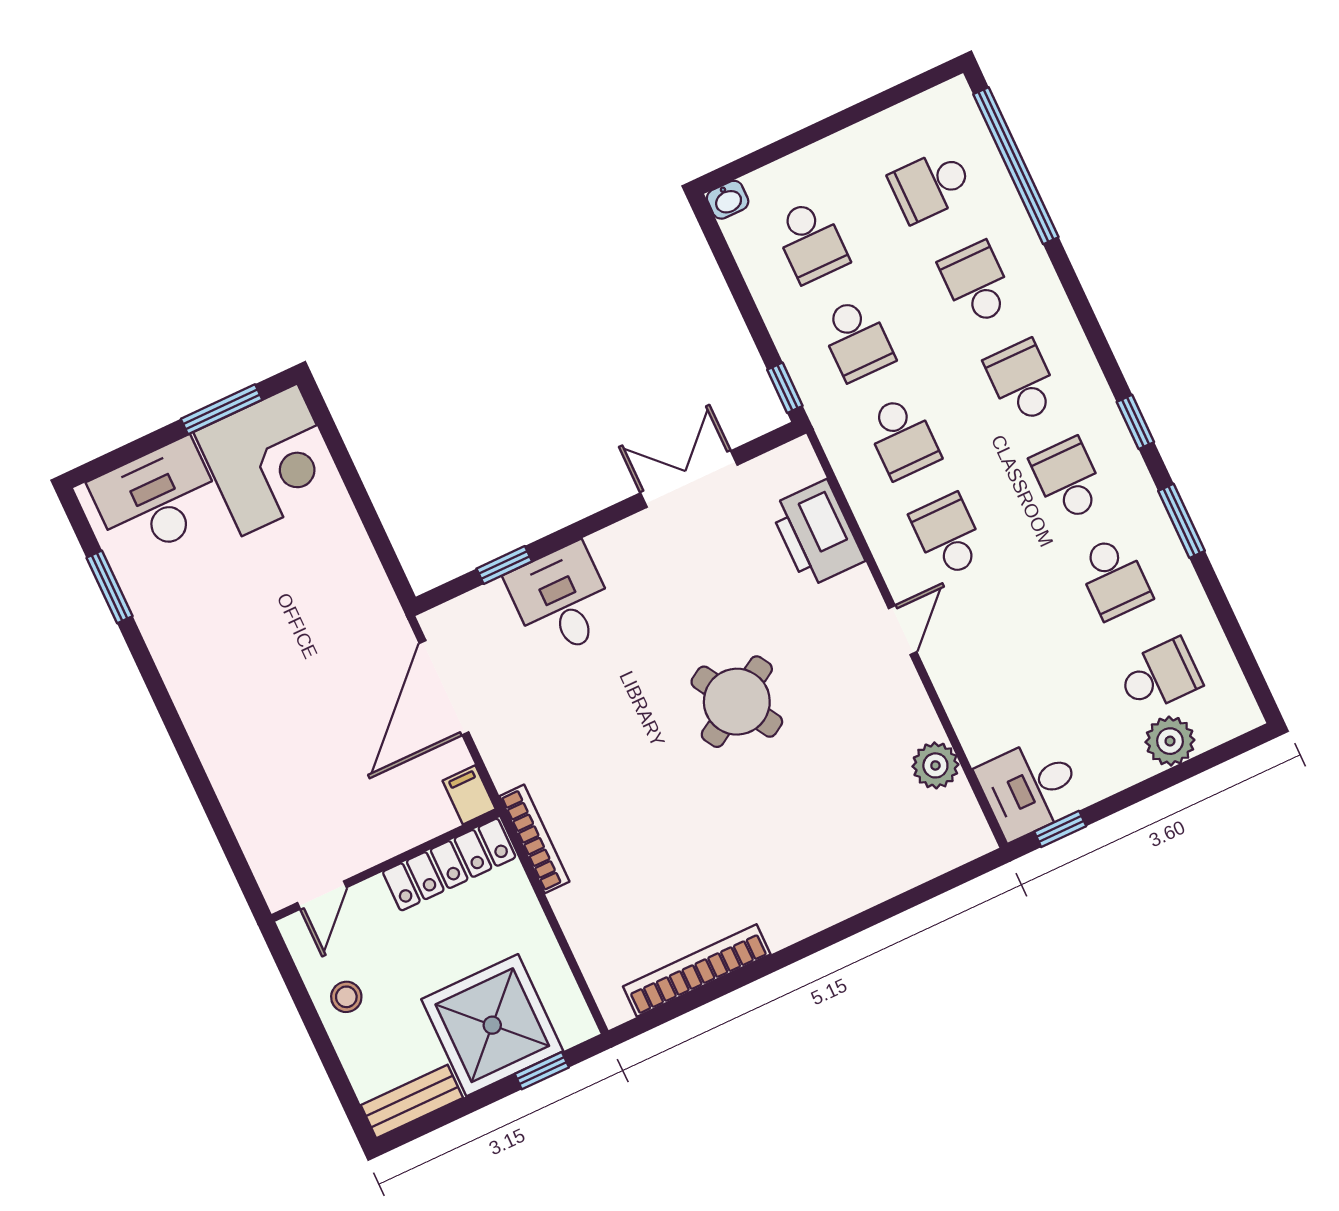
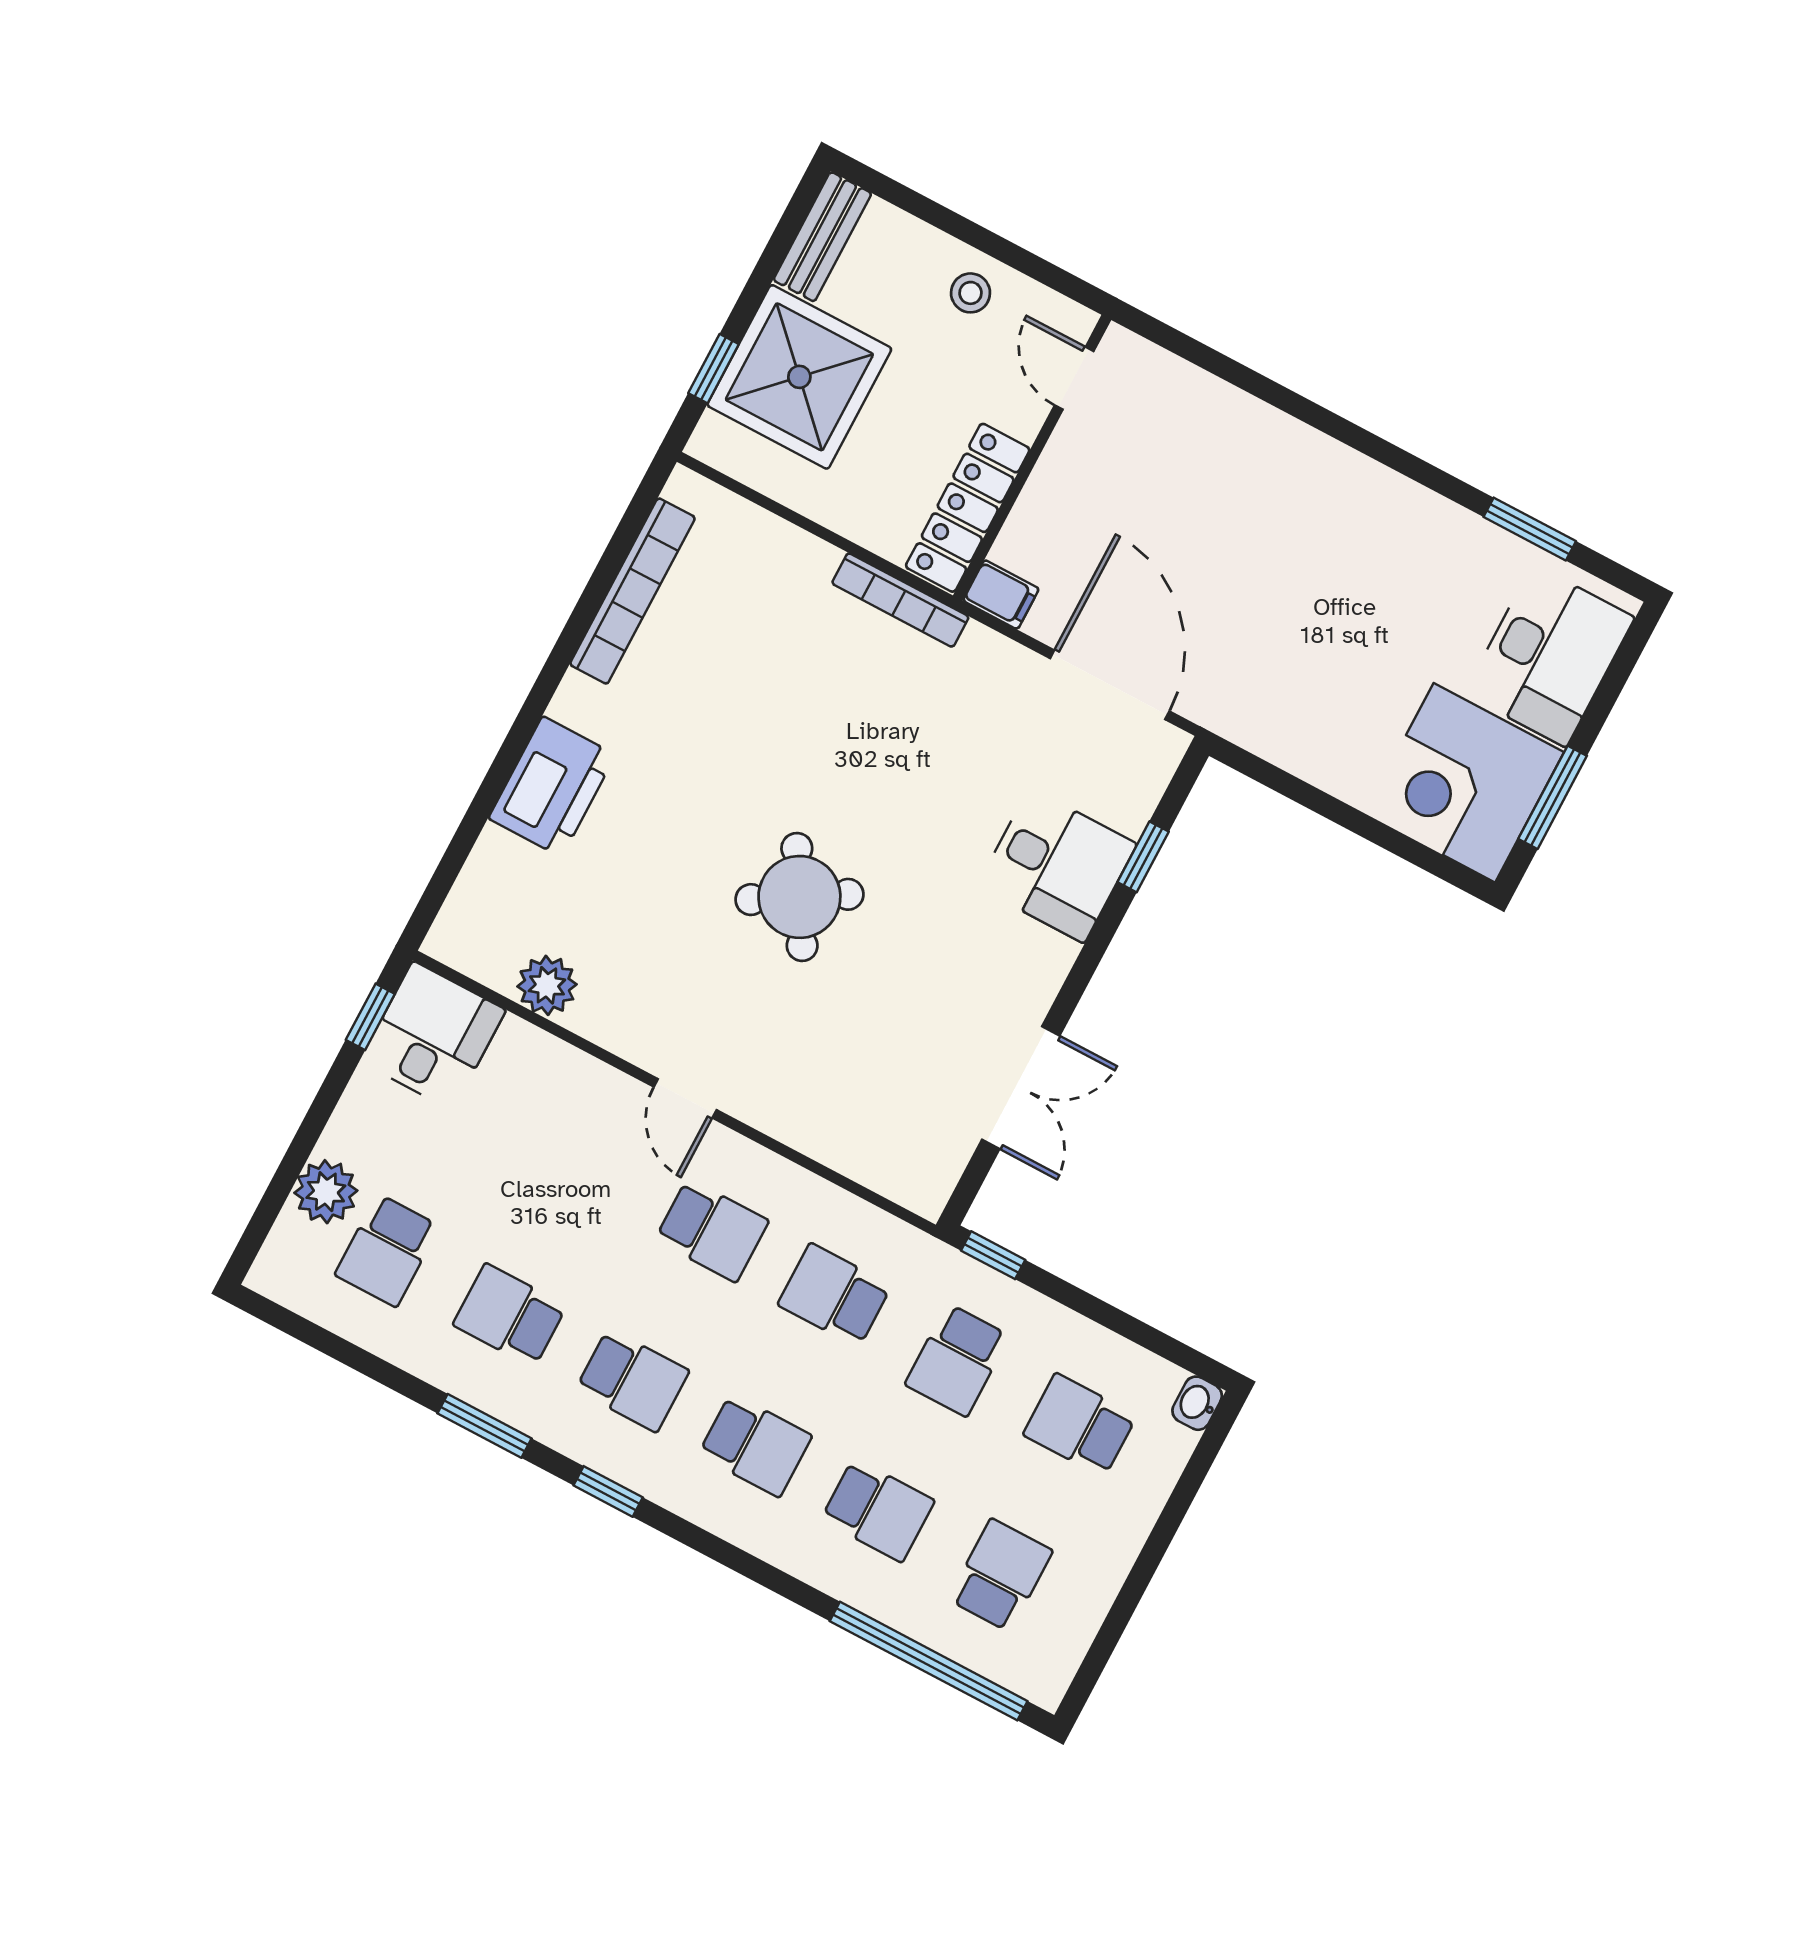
school desk: (857, 339) -> (957, 1360), turned -90
printer: (817, 534) -> (552, 787), moved, turned 90

